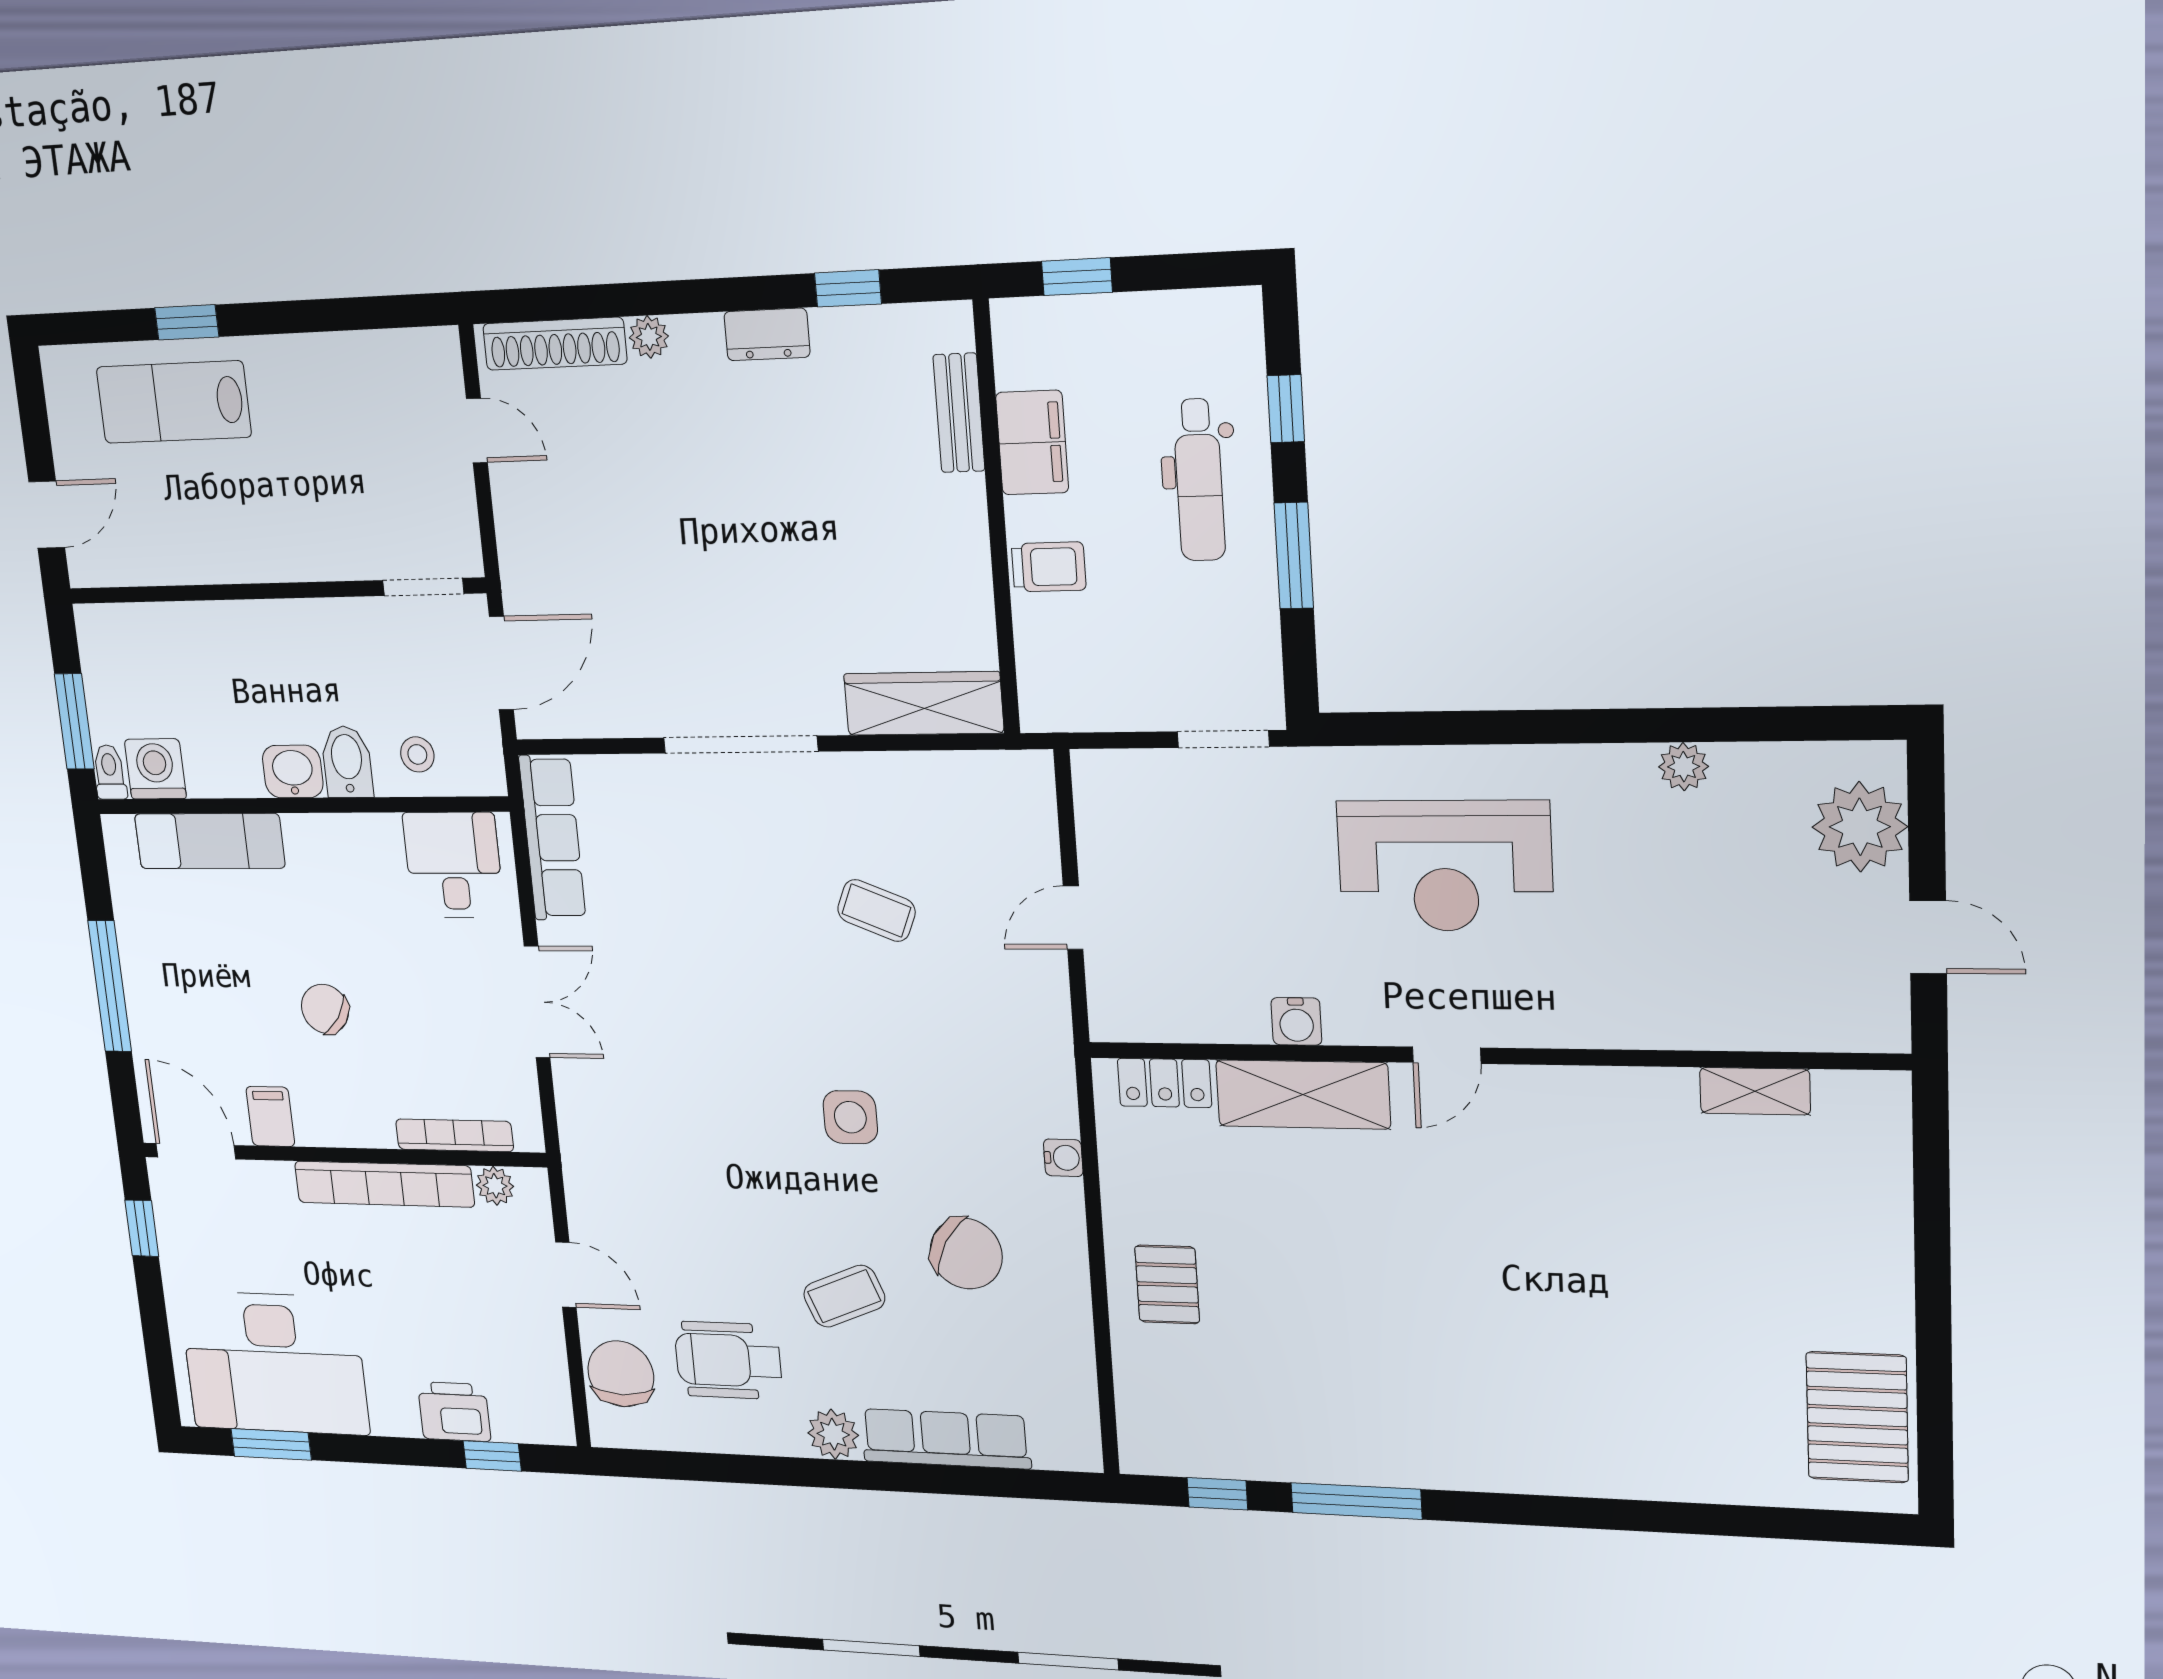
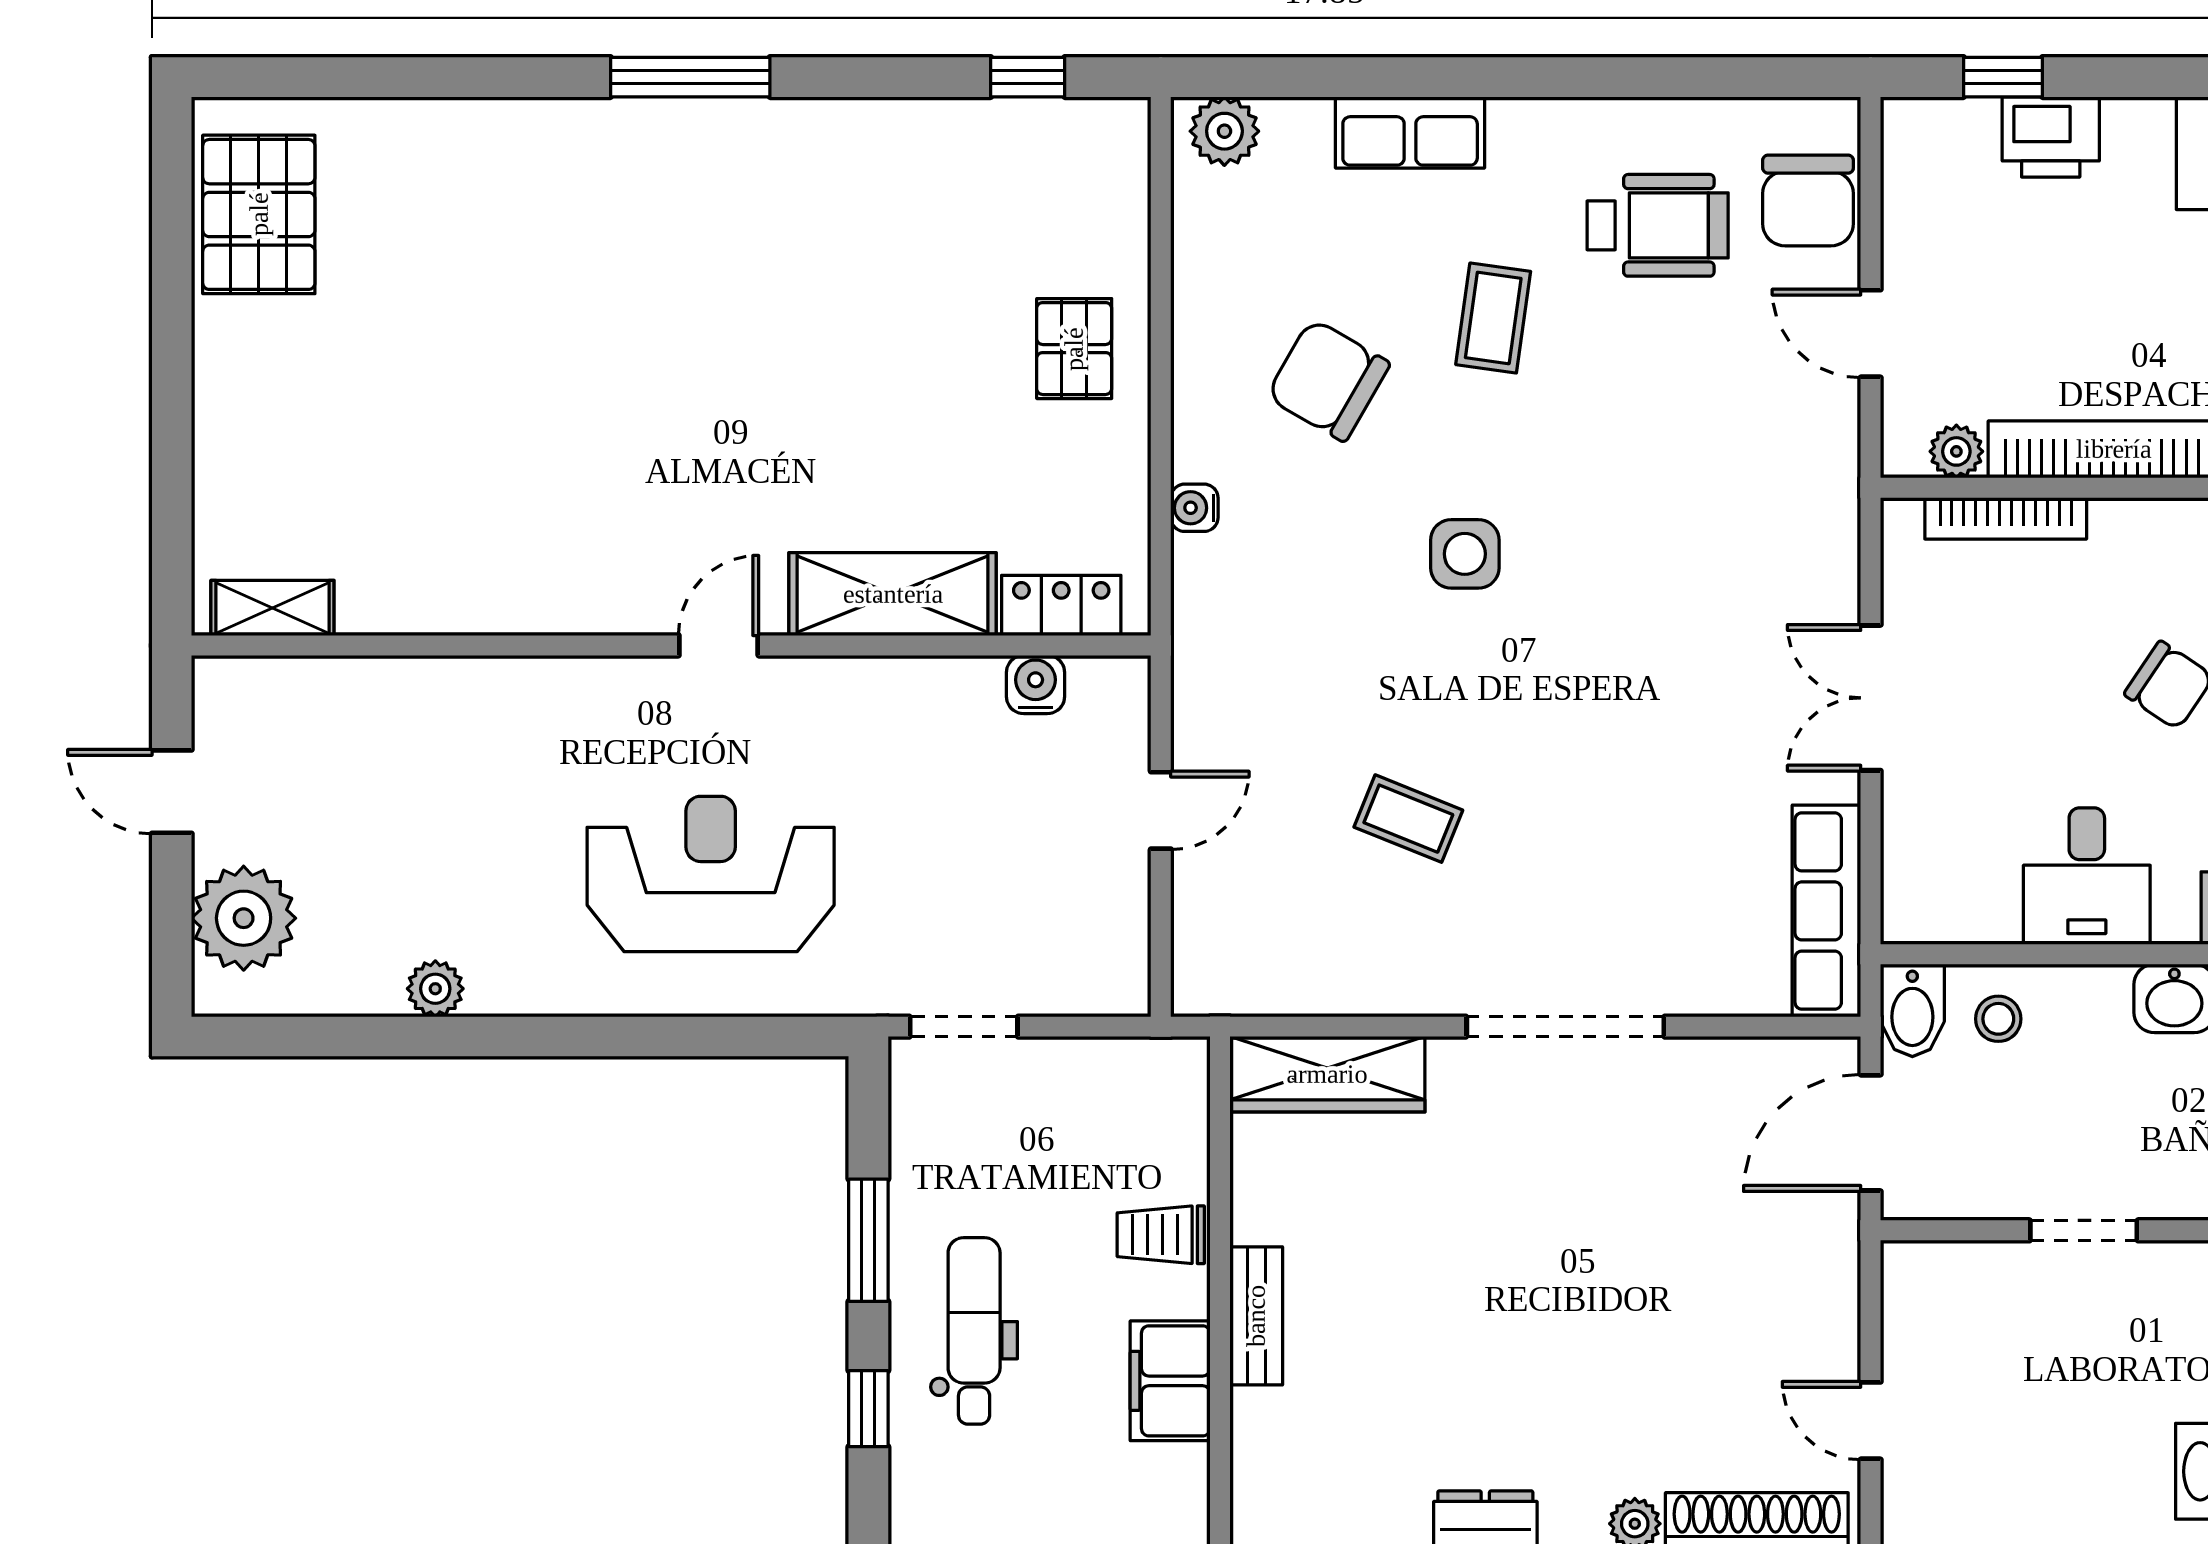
bench: (959, 413) -> (1256, 1316), moved
doorway: (423, 587) -> (2084, 1230), moved
bidet: (347, 762) -> (1912, 1010), moved
desk: (453, 865) -> (2087, 876), moved
water cooler: (1296, 1021) -> (1036, 684), moved
shelving: (1755, 1091) -> (272, 608), moved
coffee table: (844, 1296) -> (1493, 318), turned -60
plant: (833, 1434) -> (1224, 131), moved
row of seats: (946, 1439) -> (1410, 132), width x0.68
window: (1356, 1501) -> (690, 77), moved

